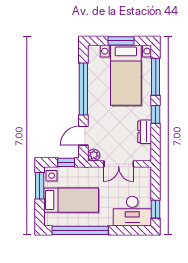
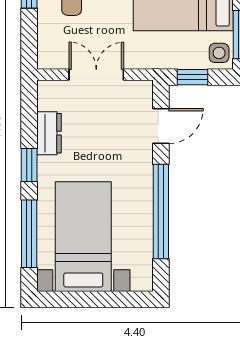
window: (121, 41) -> (92, 299), removed
plant: (94, 155) -> (142, 91), removed

